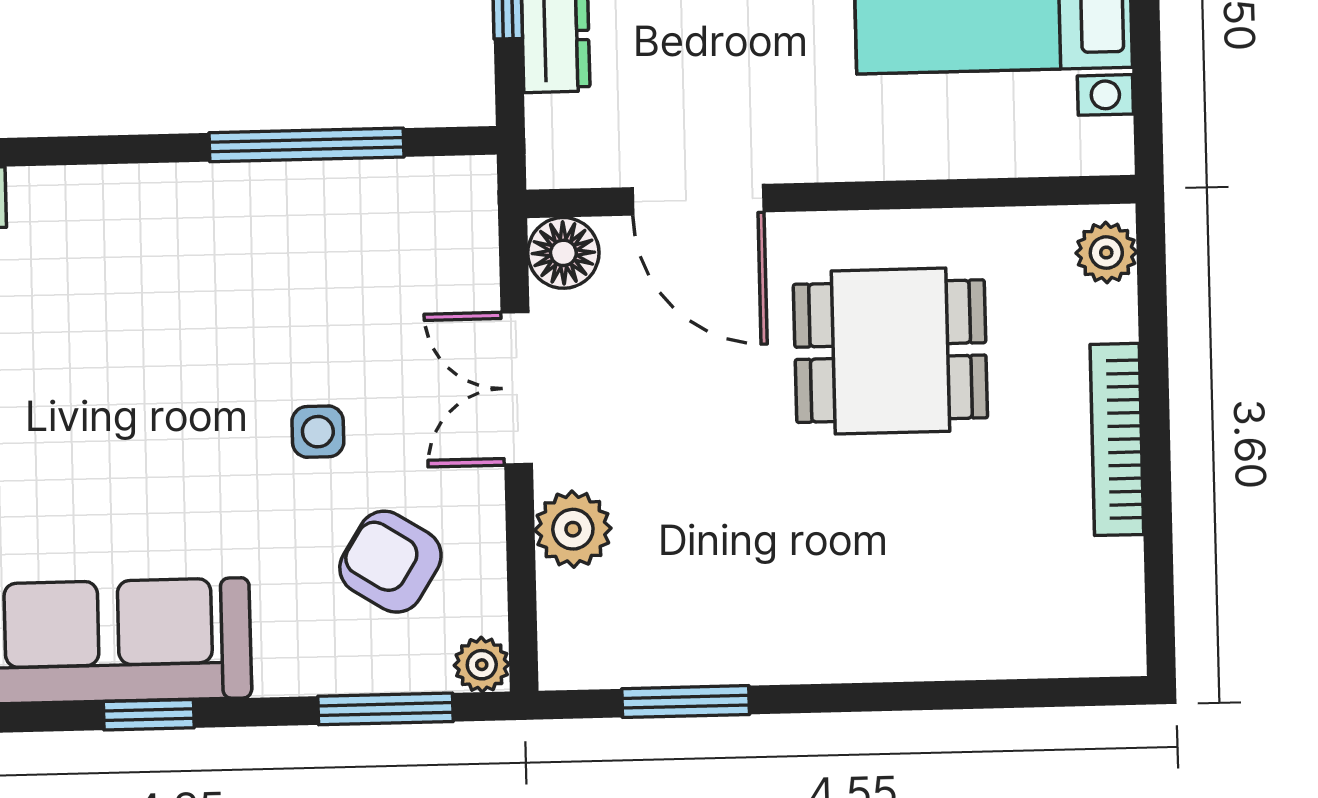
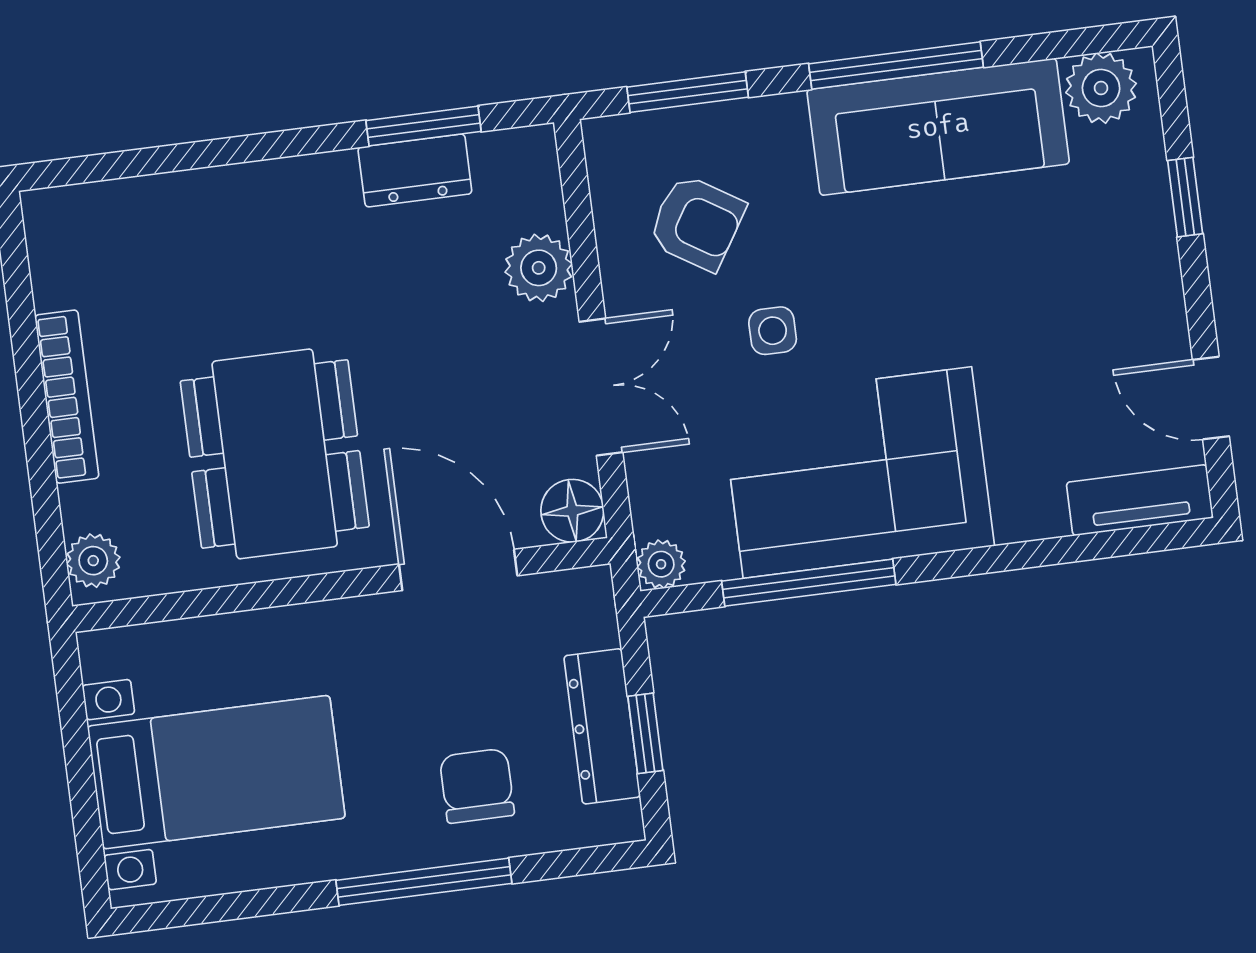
corner sofa: (239, 263) -> (857, 472), added
dining table: (890, 351) -> (275, 454), width x1.38
dresser: (700, 653) -> (415, 170), added
plant: (482, 665) -> (661, 564), moved
window: (149, 715) -> (896, 65), width x2.17

